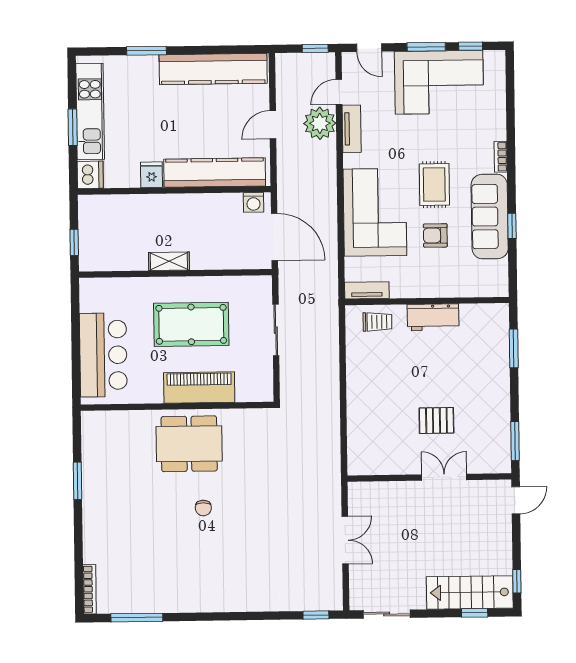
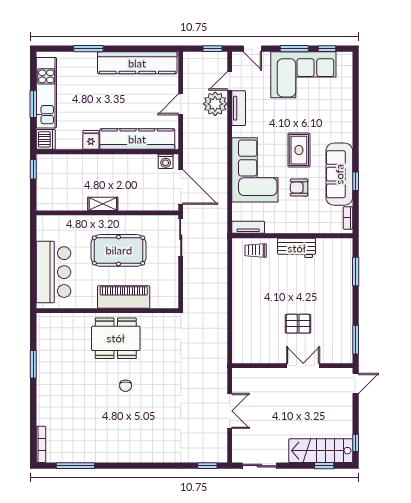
bookcase: (501, 157) -> (348, 218), moved
window: (74, 242) -> (33, 169), moved
trolley: (377, 322) -> (256, 250), turned 180
sliding door: (276, 330) -> (181, 237), moved

